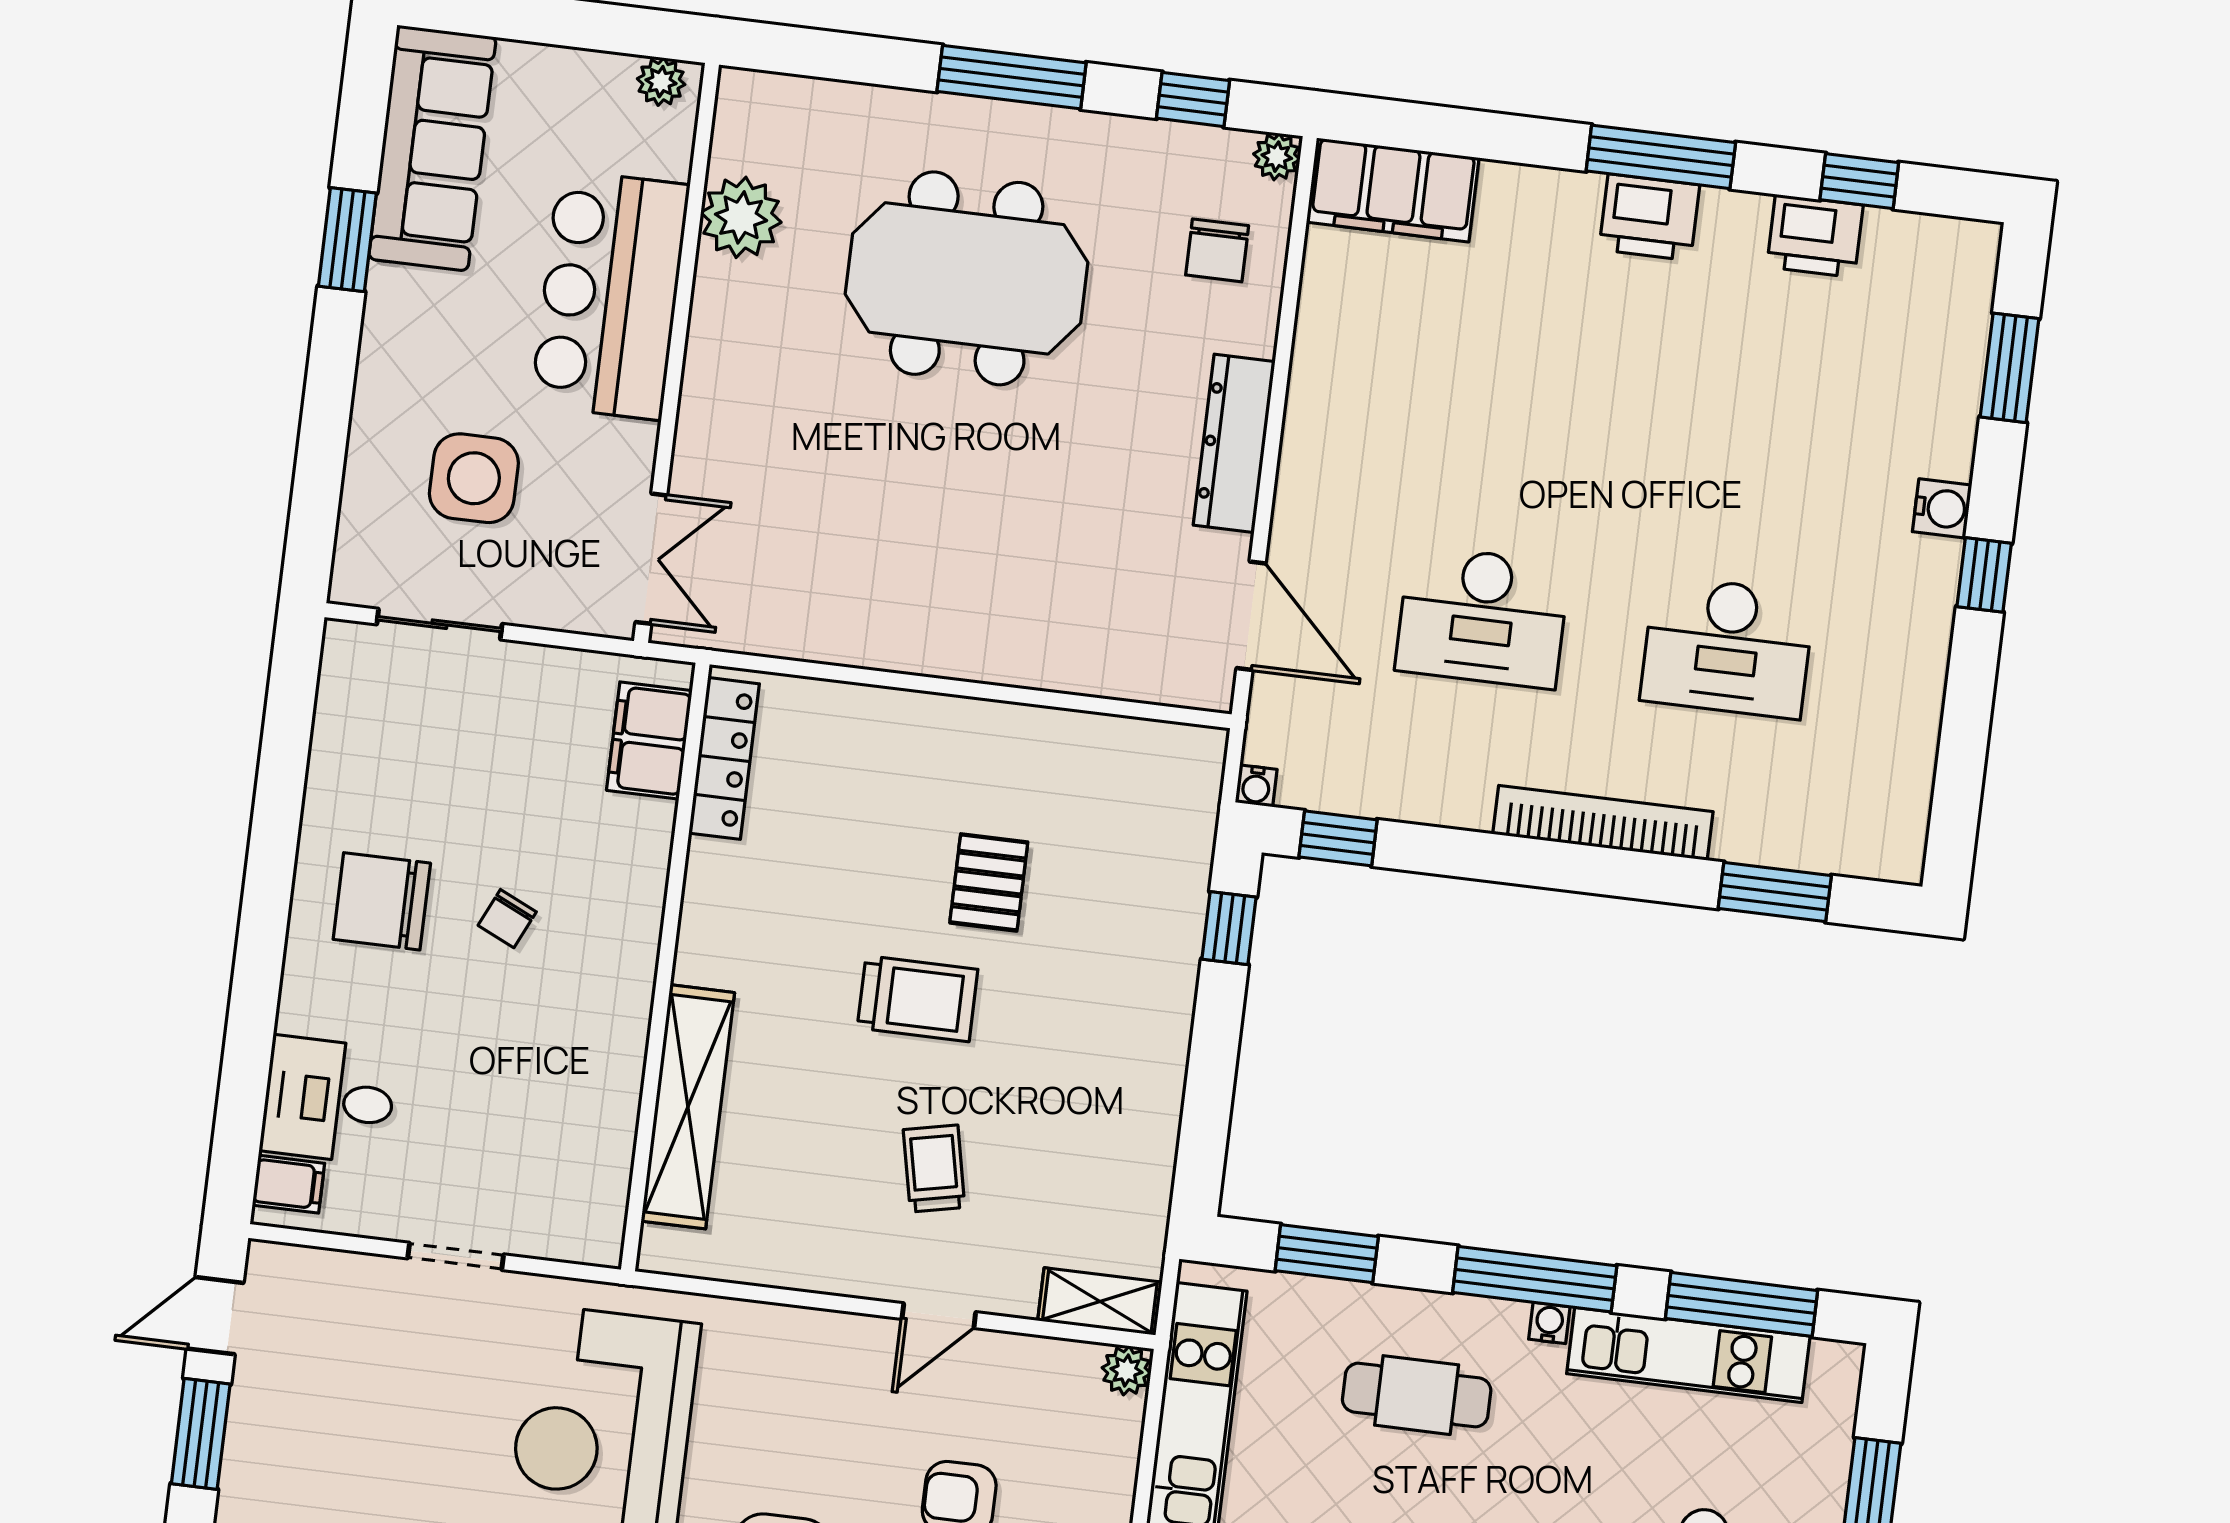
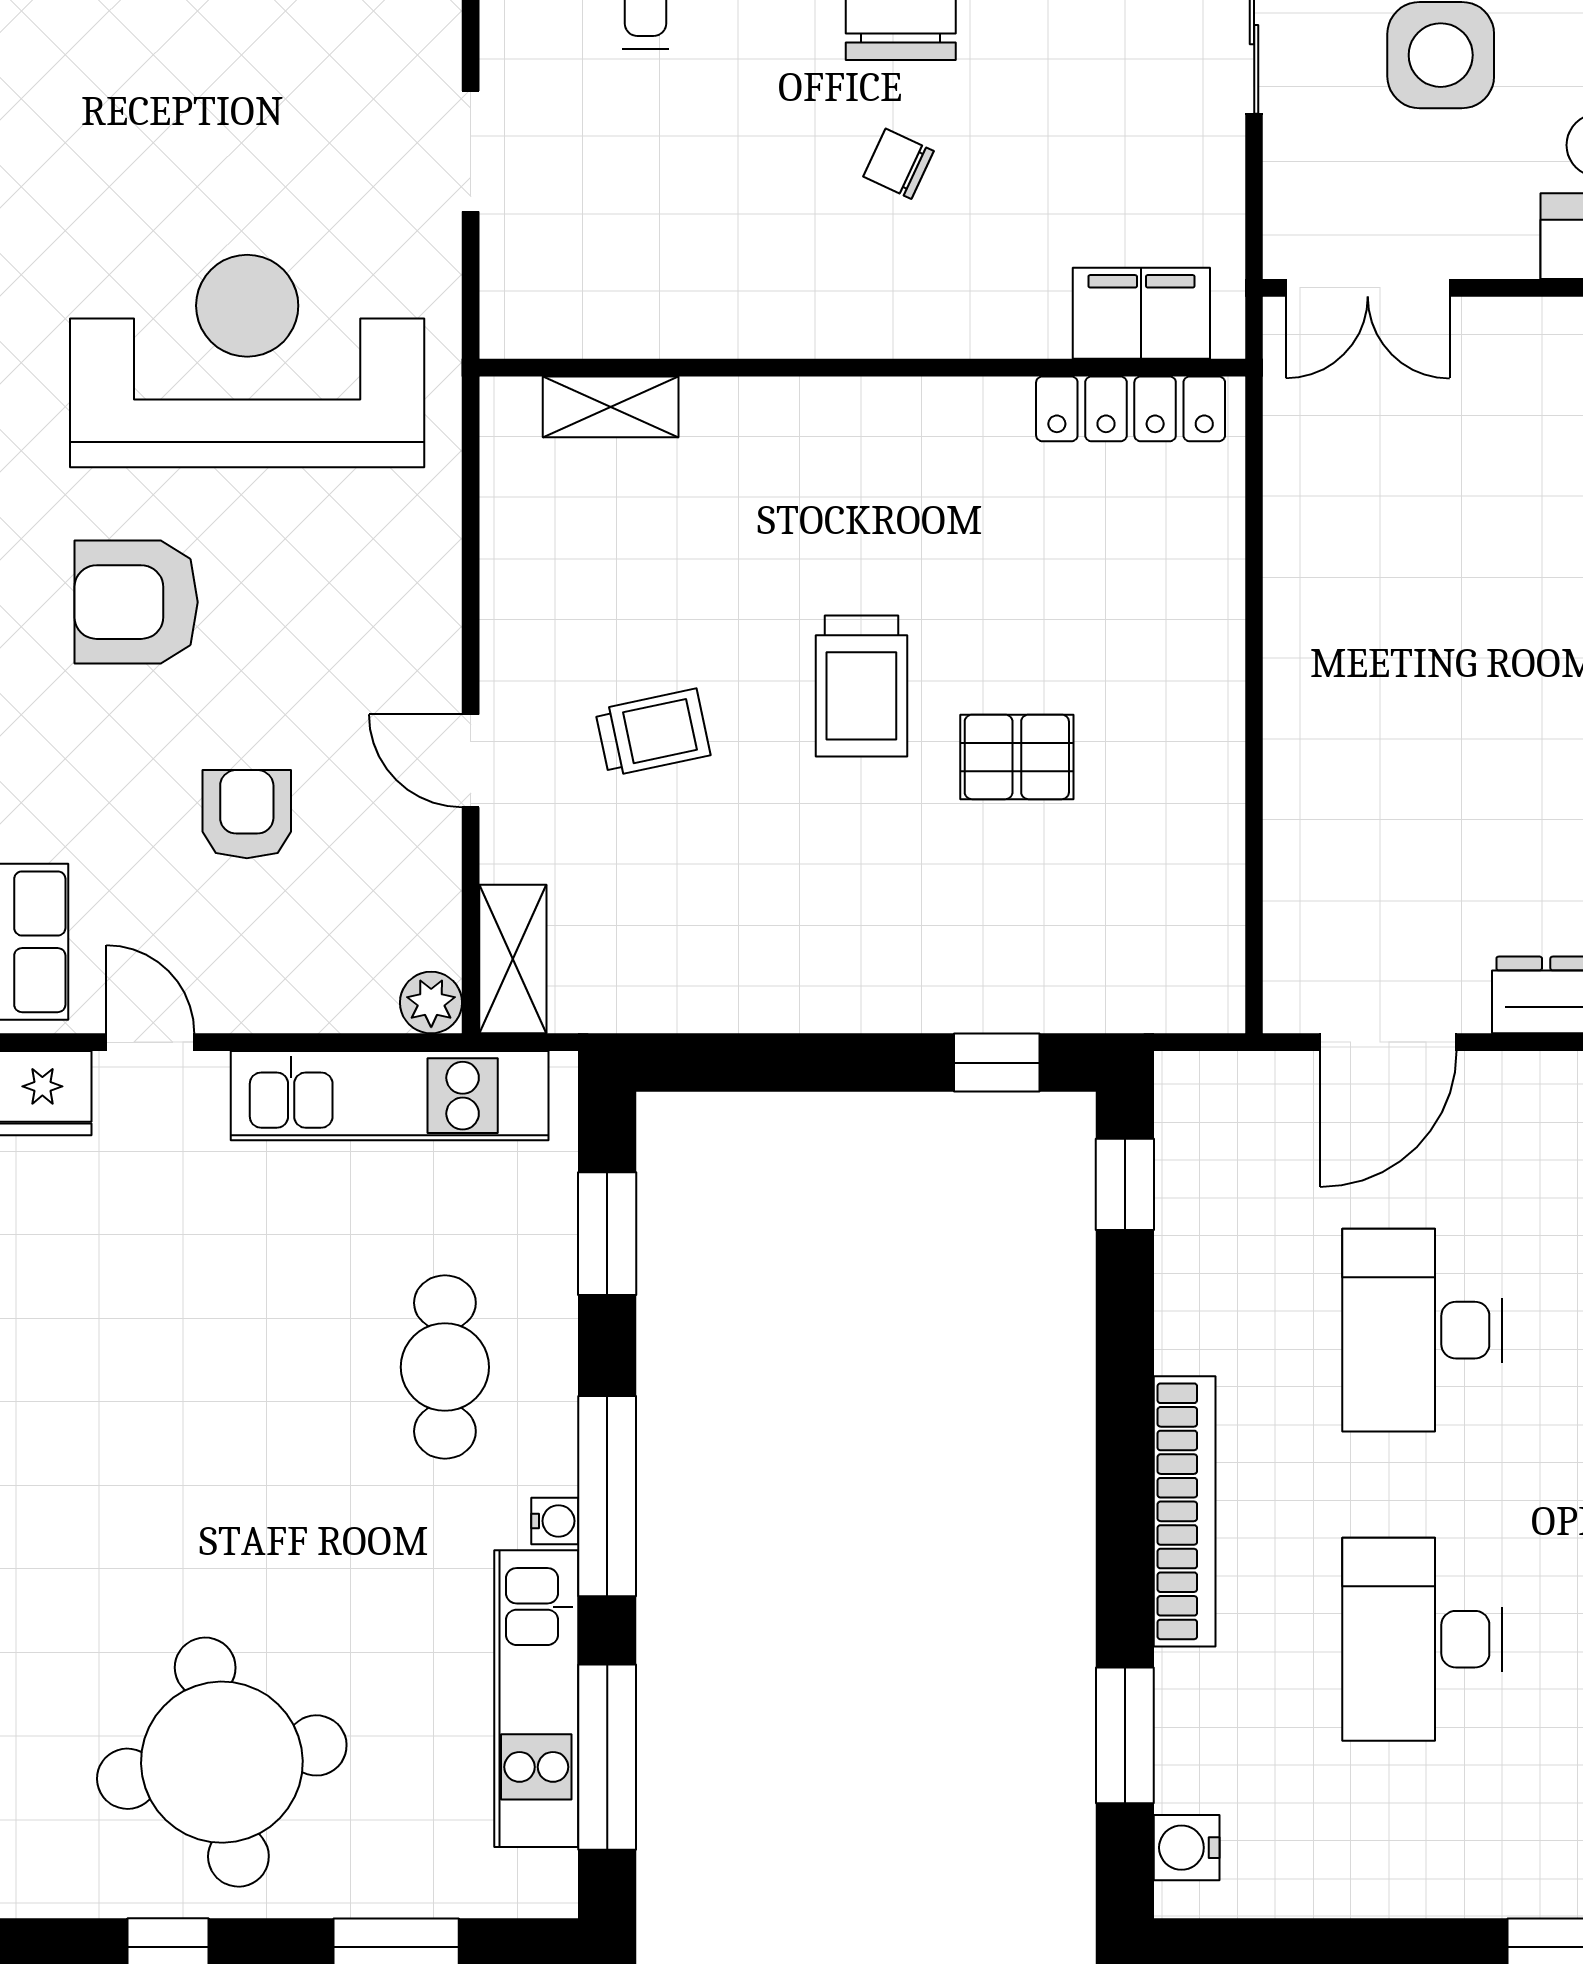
water cooler: (1256, 786) -> (1187, 1848), moved, width x1.38, depth x1.38
shelving: (688, 1107) -> (611, 407), width x0.45, depth x0.75

